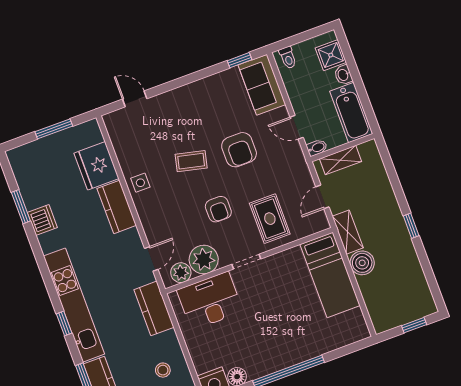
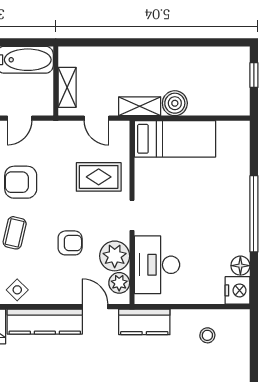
bidet: (317, 148) -> (47, 106), removed
armchair: (239, 150) -> (21, 182), turned 180
side table: (140, 183) -> (17, 290), turned 45
kitchen counter: (117, 207) -> (45, 322), width x1.50
armchair: (218, 209) -> (70, 243), moved
window: (411, 226) -> (156, 42), removed

